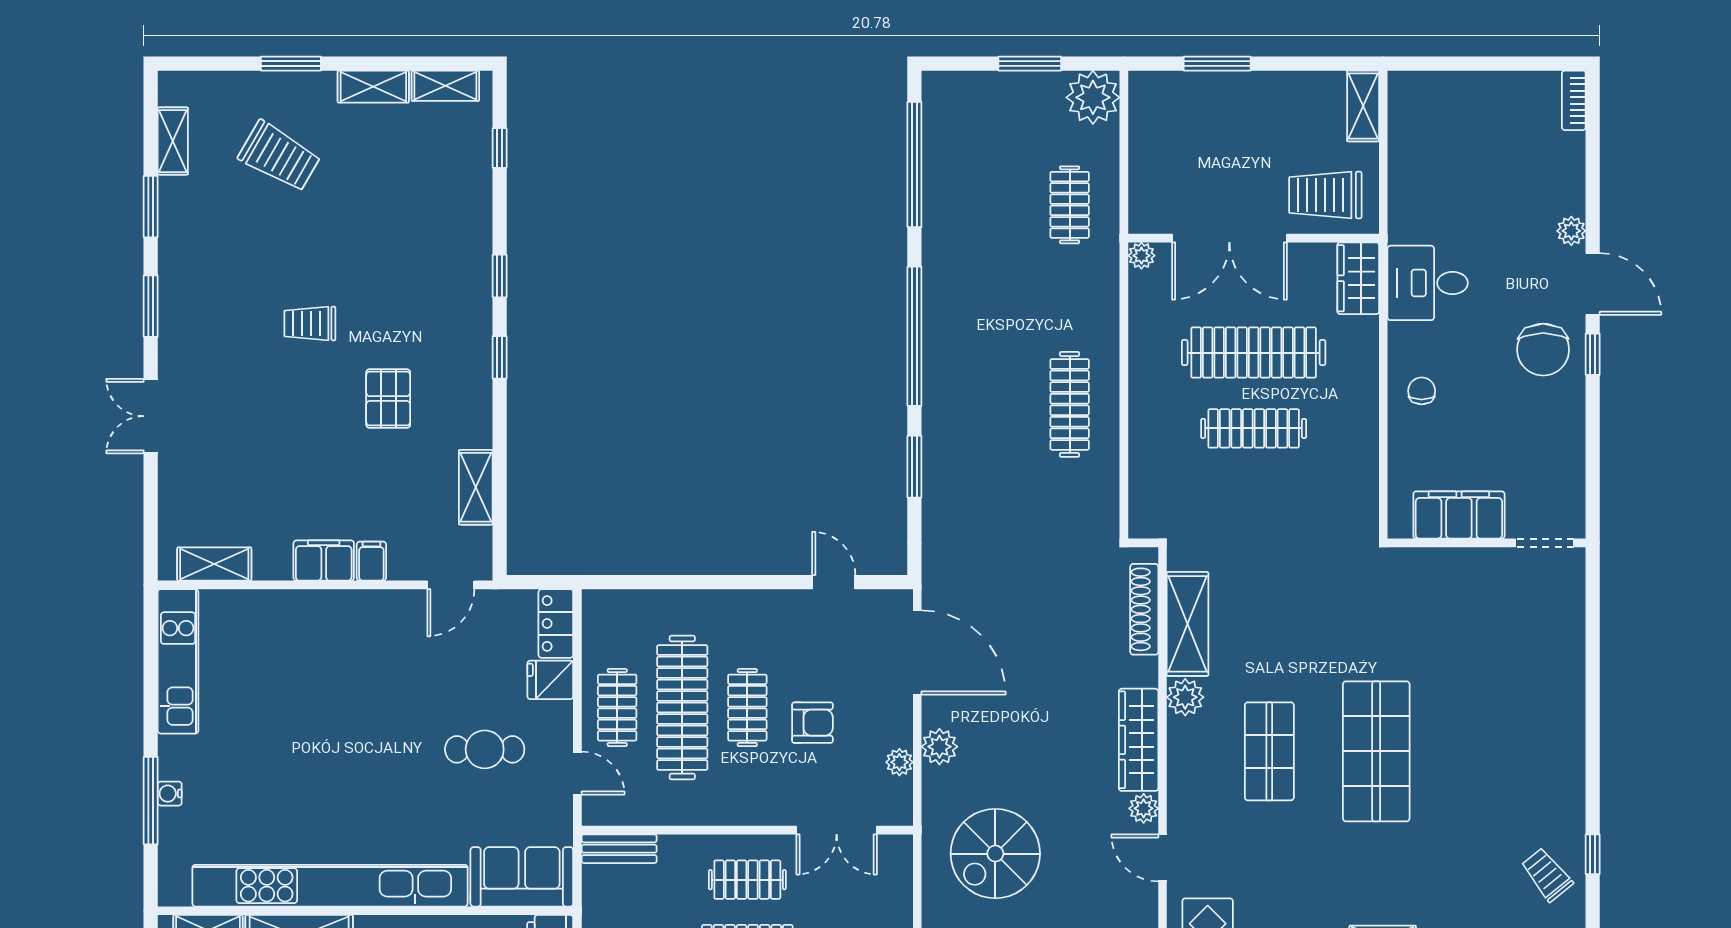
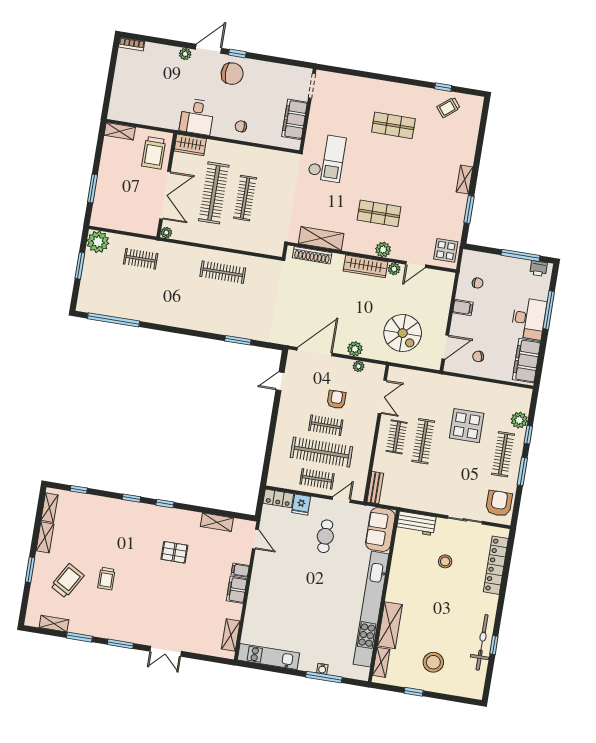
trolley: (310, 324) -> (106, 579), moved
window: (914, 336) -> (184, 331), removed
checkout: (1381, 607) -> (327, 158), added
plant: (1185, 697) -> (383, 250), moved
shop shelf: (1376, 751) -> (393, 125), moved, width x0.70, depth x0.74

